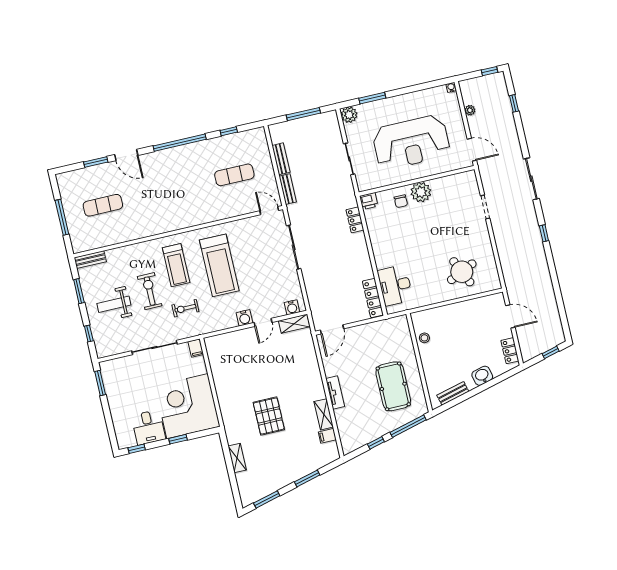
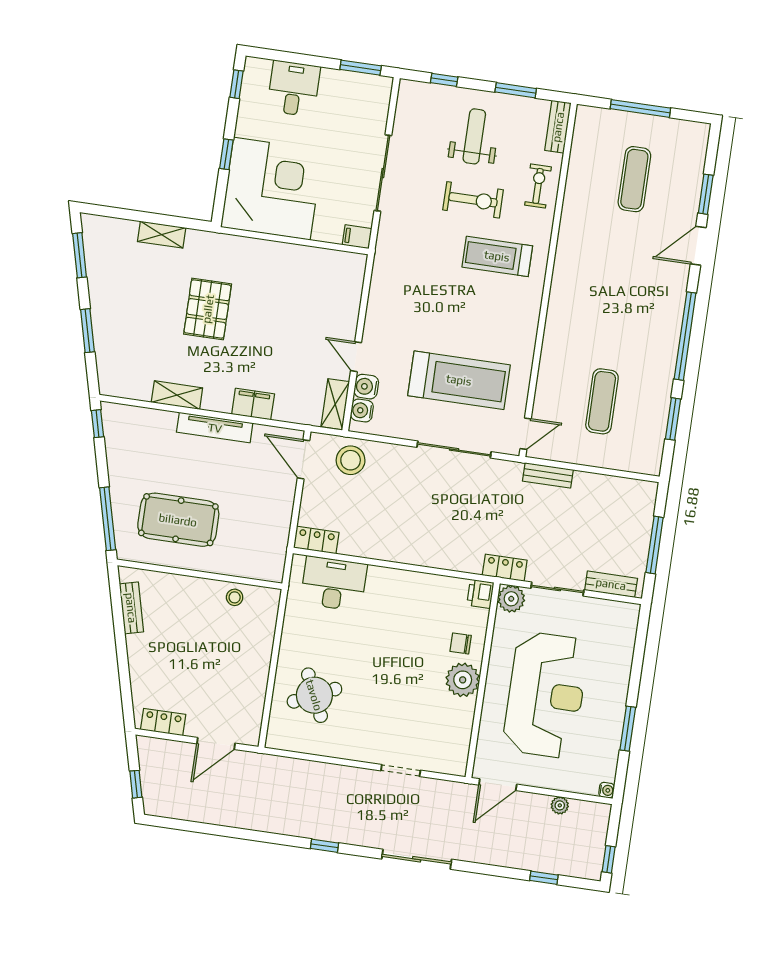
window: (372, 98) -> (628, 729), moved
plant: (349, 115) -> (511, 599), moved
window: (229, 131) -> (673, 419), width x1.50
reception desk: (411, 142) -> (546, 695), turned 180
bench: (281, 159) -> (611, 584), moved
locker: (355, 220) -> (505, 568), moved
treadmill: (219, 265) -> (459, 380), moved, turned 180
locker: (373, 298) -> (316, 540), width x0.66
stool: (322, 303) -> (351, 460), added
exercise bike: (185, 308) -> (538, 186), moved
water cooler: (244, 318) -> (366, 387), moved
washbasin: (482, 376) -> (141, 664), removed
tv unit: (335, 392) -> (215, 428), width x1.41
pallet: (269, 416) -> (208, 309), turned 90
desk: (148, 427) -> (294, 89), moved, turned 90
filing cabinet: (327, 436) -> (253, 404), moved, width x2.00
window: (376, 443) -> (97, 424), moved

